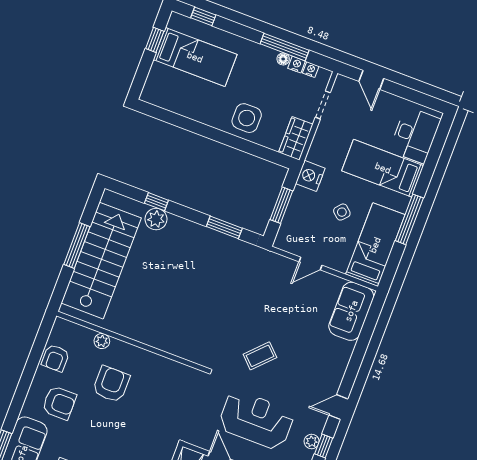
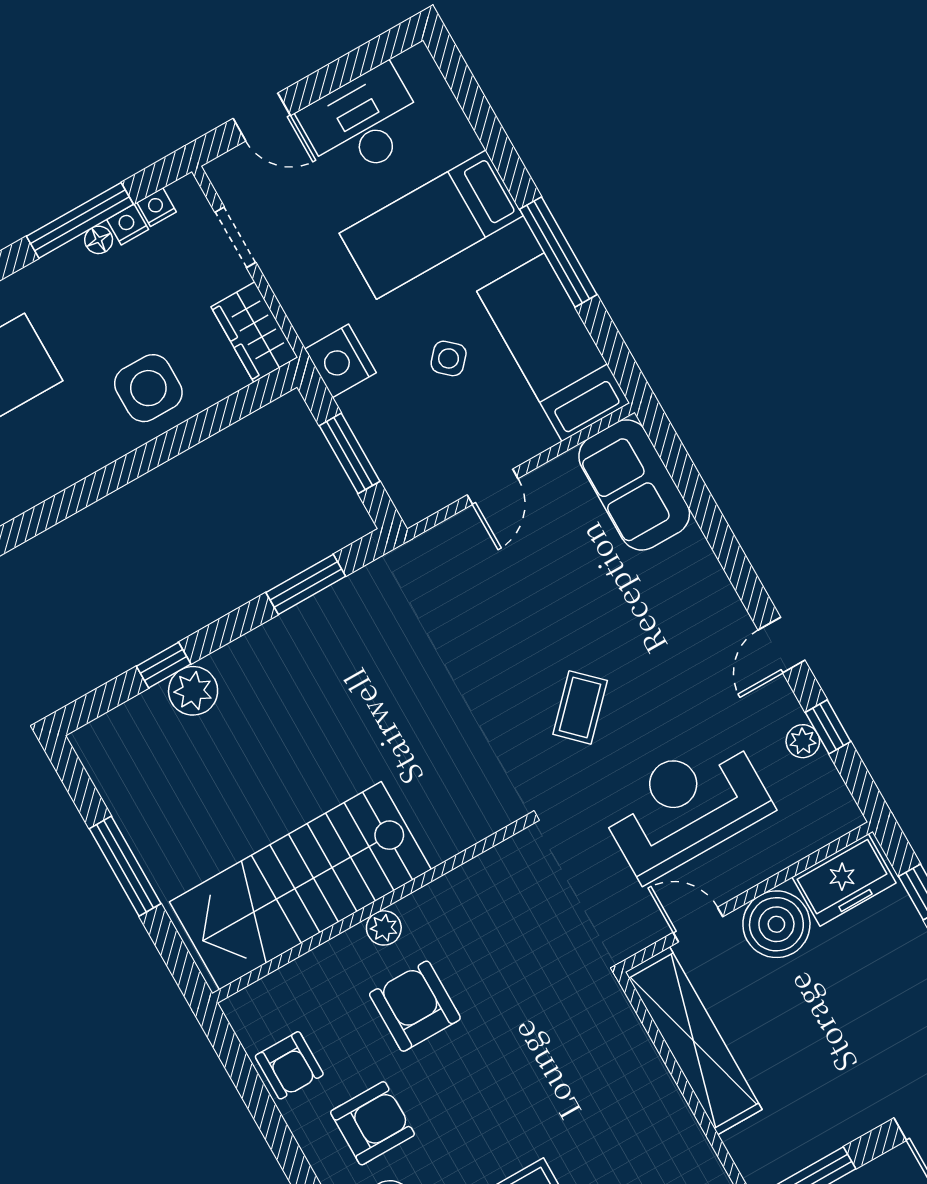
desk: (415, 135) -> (363, 123), moved, turned -90
stairs: (101, 261) -> (300, 886), moved, turned -90
plant: (102, 341) -> (384, 928), moved

